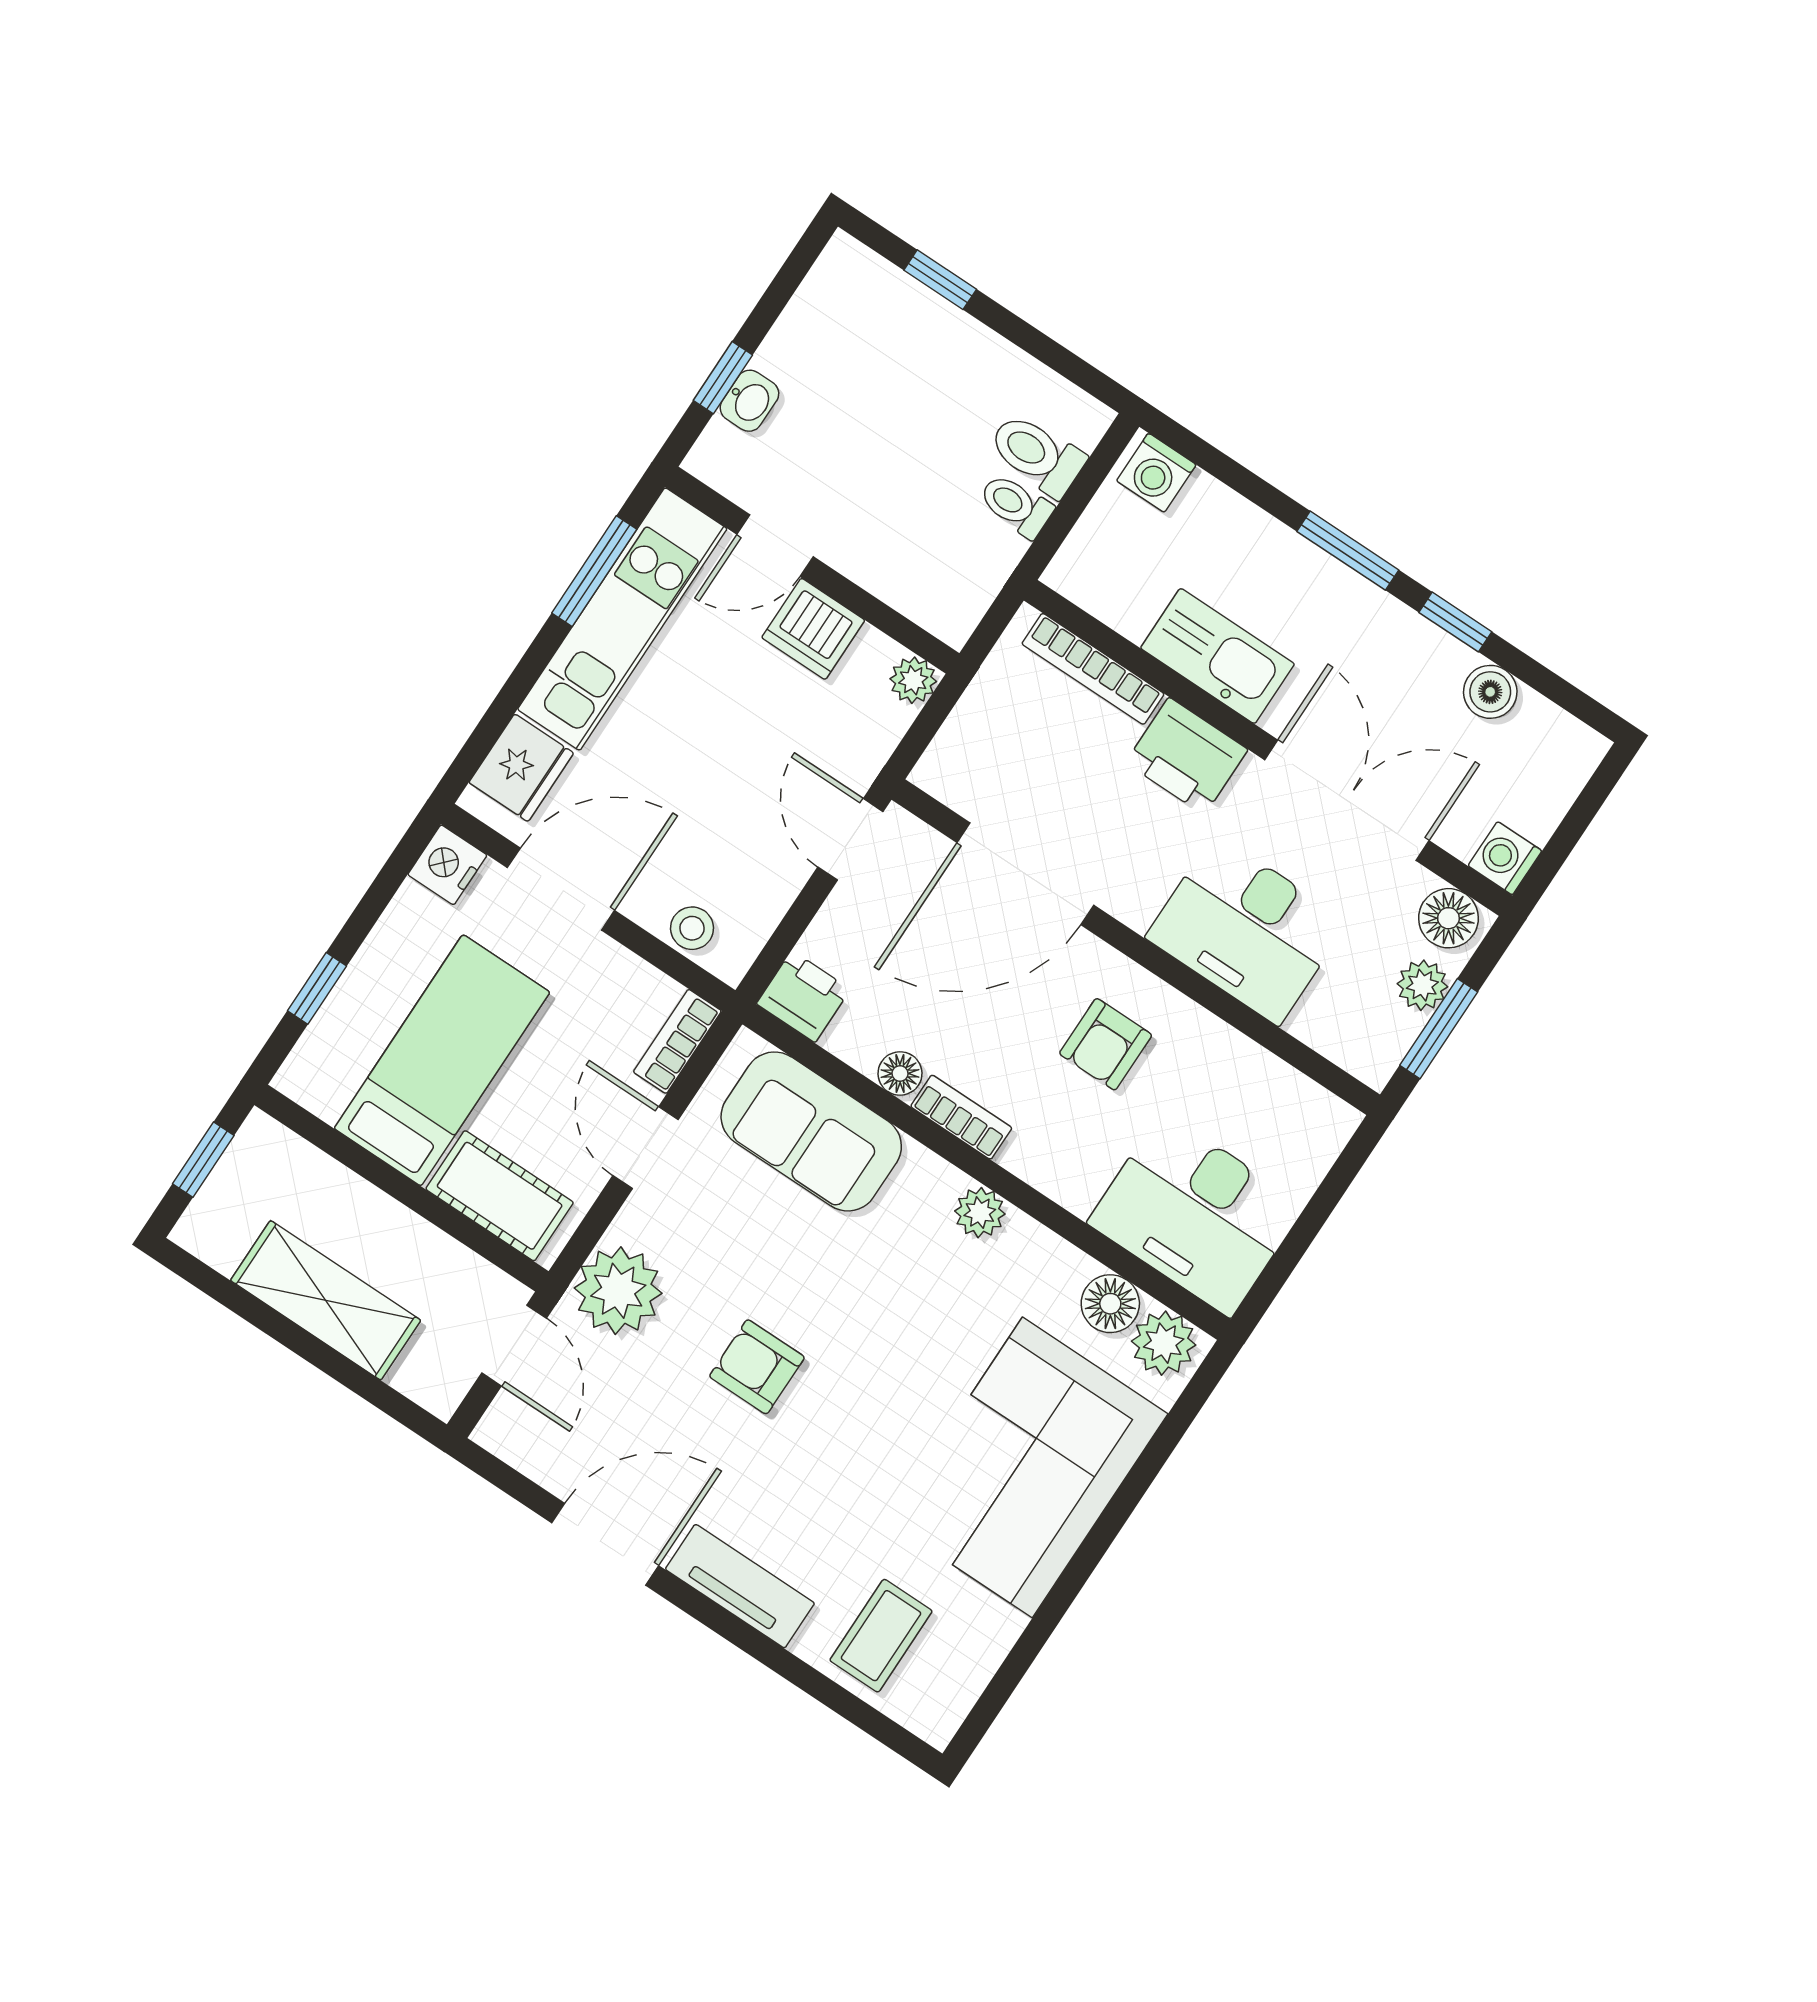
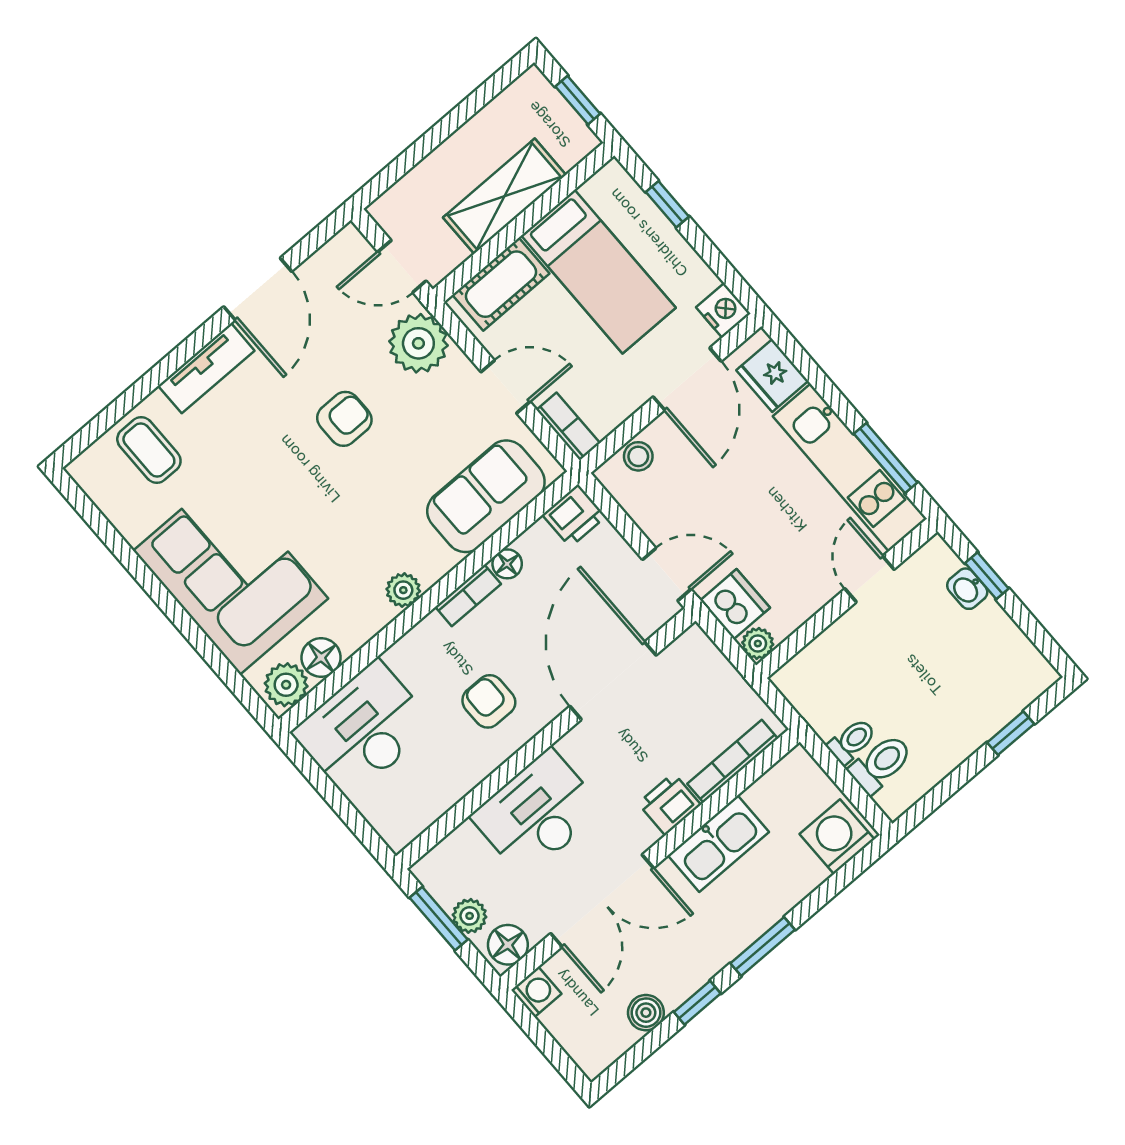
washing machine: (1156, 473) -> (837, 837), width x1.38, depth x1.38
dishwasher: (813, 629) -> (735, 604), moved, turned 90
printer: (1187, 756) -> (669, 804), width x0.73, depth x0.81
shelving: (326, 1300) -> (504, 196), moved

